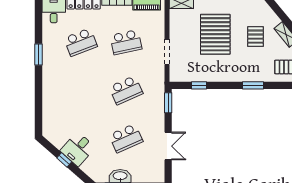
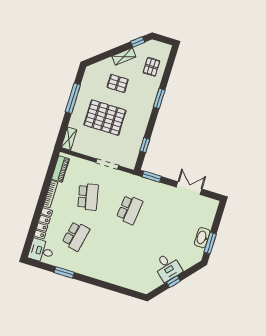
school desk: (81, 42) -> (76, 236), turned 33
window: (38, 55) -> (64, 272), moved
school desk: (126, 90) -> (130, 210), turned 30
school desk: (126, 138) -> (171, 222), removed

